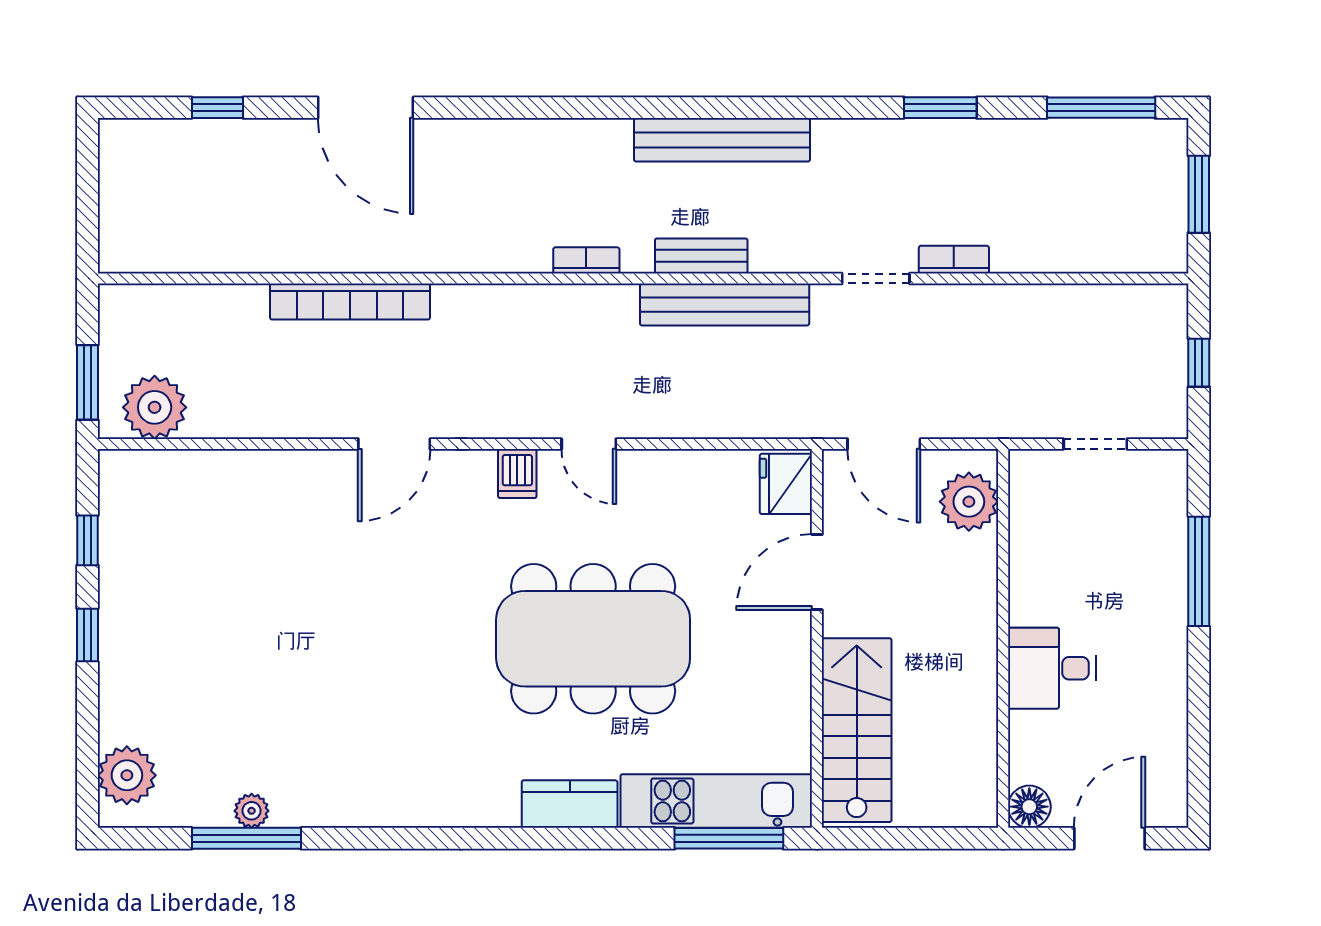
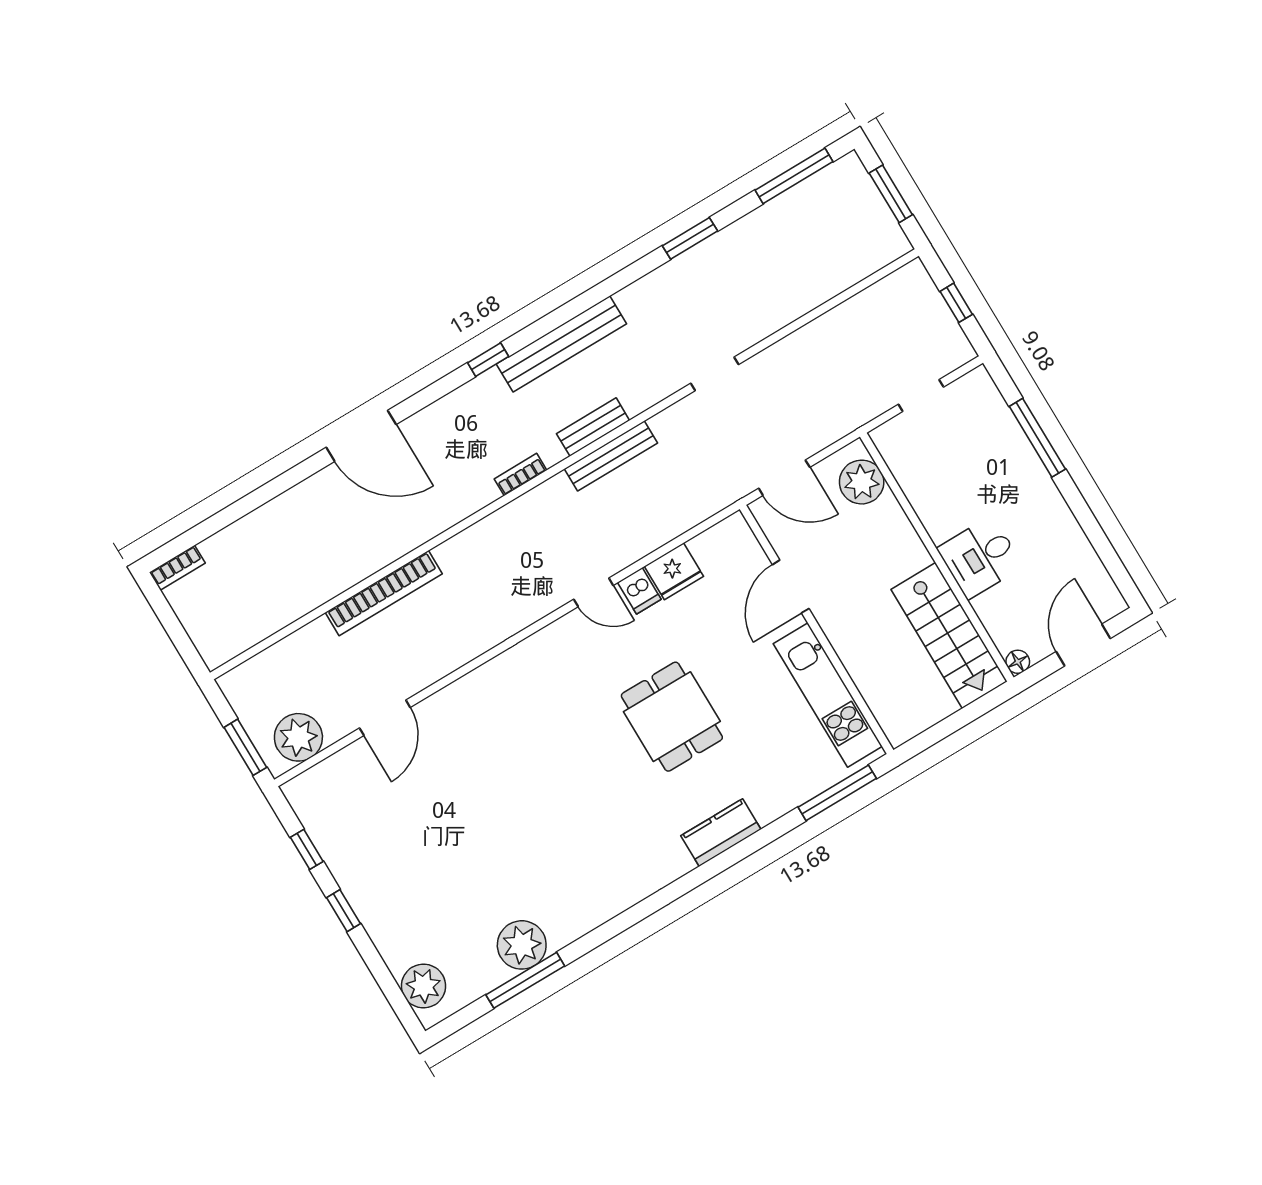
window: (217, 108) -> (488, 360), moved
door: (366, 108) -> (361, 436), moved
bookcase: (954, 260) -> (177, 568), moved, turned 180
bench: (725, 305) -> (611, 456), width x0.73, depth x0.82
door: (394, 444) -> (385, 718), moved
dishwasher: (517, 474) -> (639, 591), moved
fridge: (786, 484) -> (674, 571), moved, turned -90
dining table: (593, 639) -> (672, 717), width x0.53, depth x0.80
stairs: (857, 730) -> (949, 636), moved, turned 180
kitchen unit: (716, 801) -> (828, 695), moved, turned -90
floor lamp: (1029, 807) -> (1018, 662), width x0.73, depth x0.73
plant: (252, 811) -> (522, 945), width x1.88, depth x1.88

